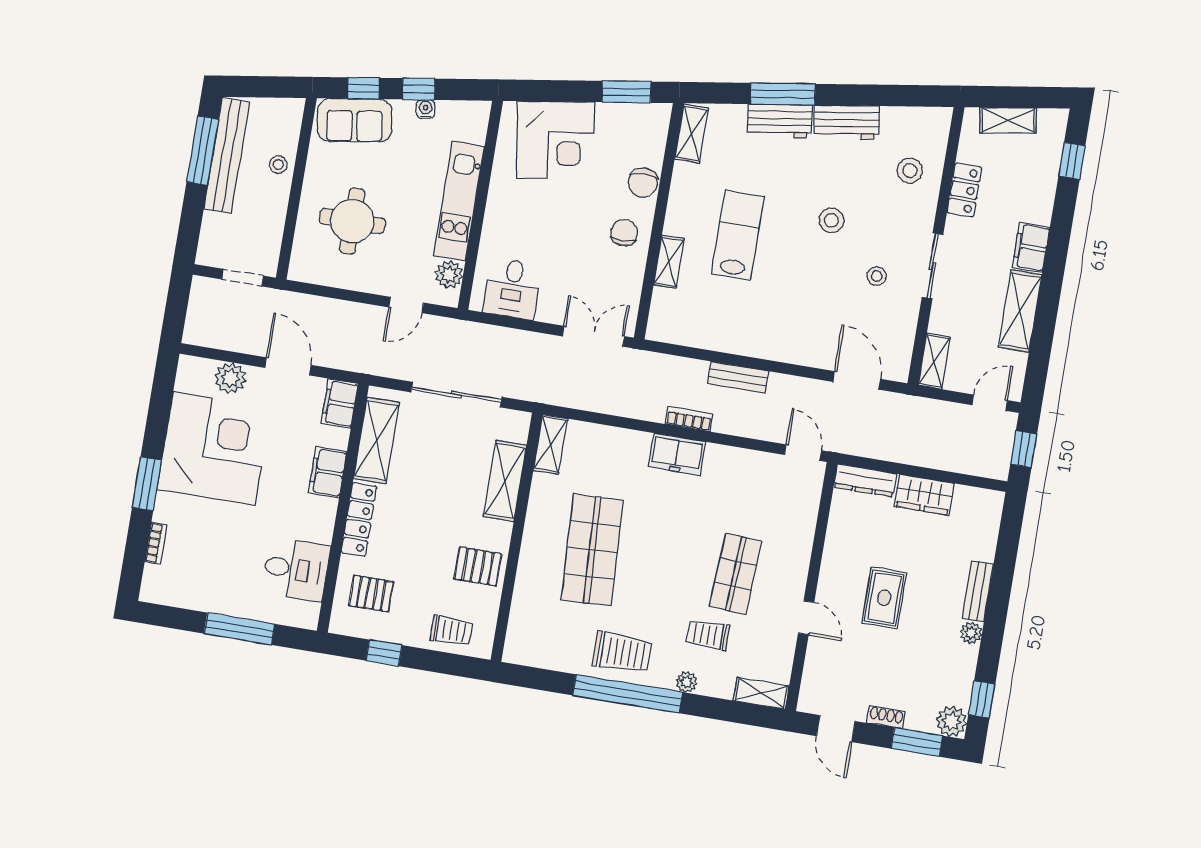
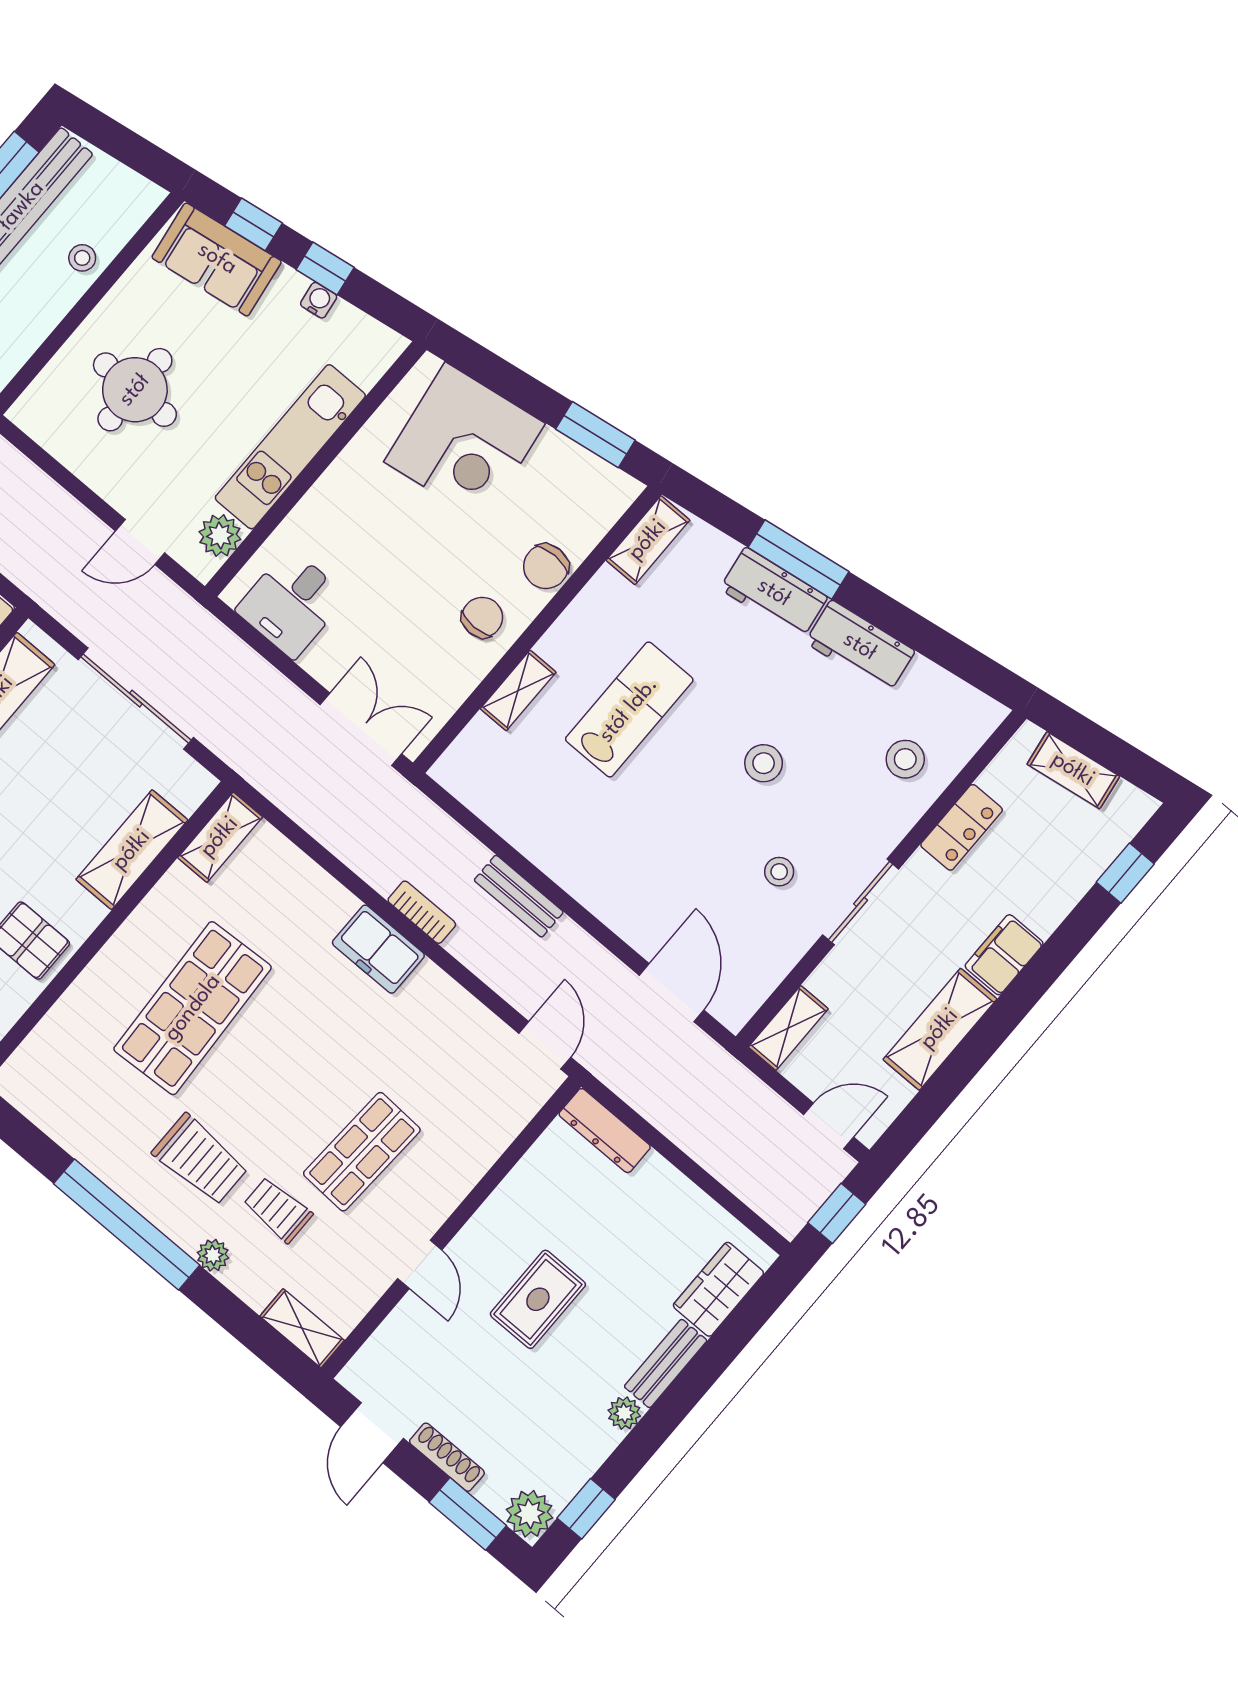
wardrobe: (924, 495) -> (718, 1289), moved, turned 90
trolley: (622, 653) -> (200, 1160), moved
shoe rack: (886, 717) -> (447, 1457), width x1.43

